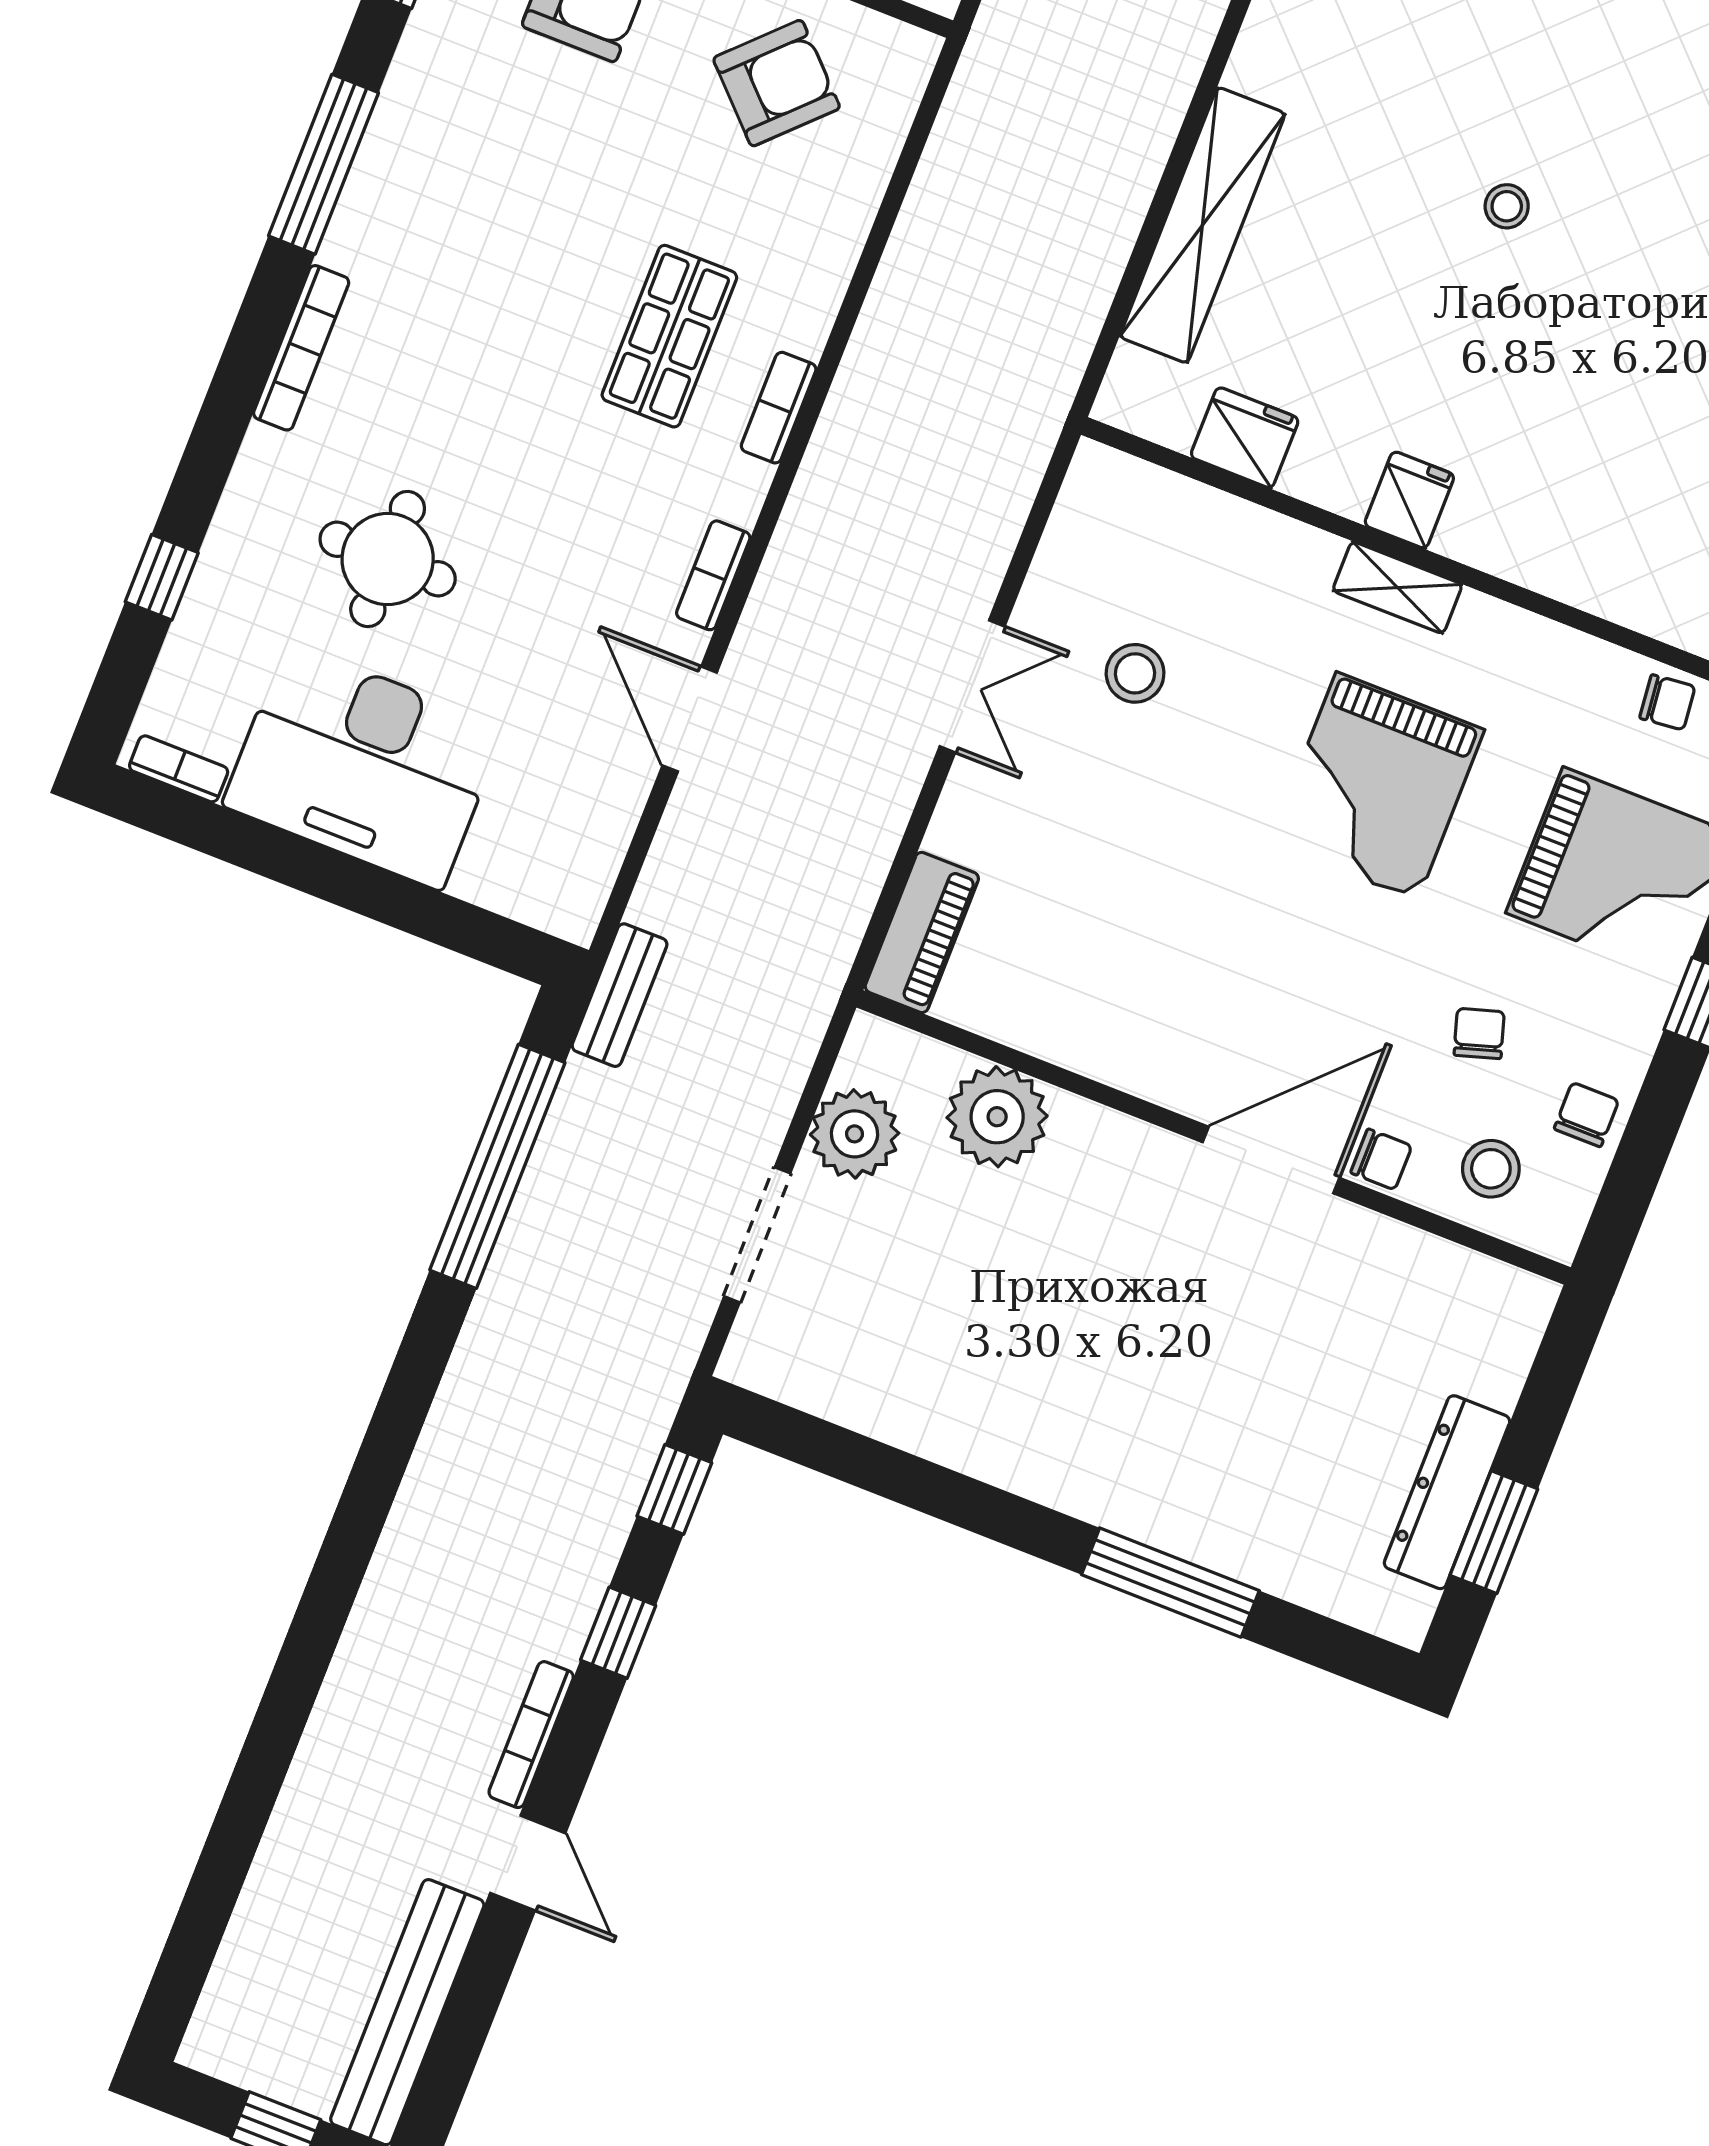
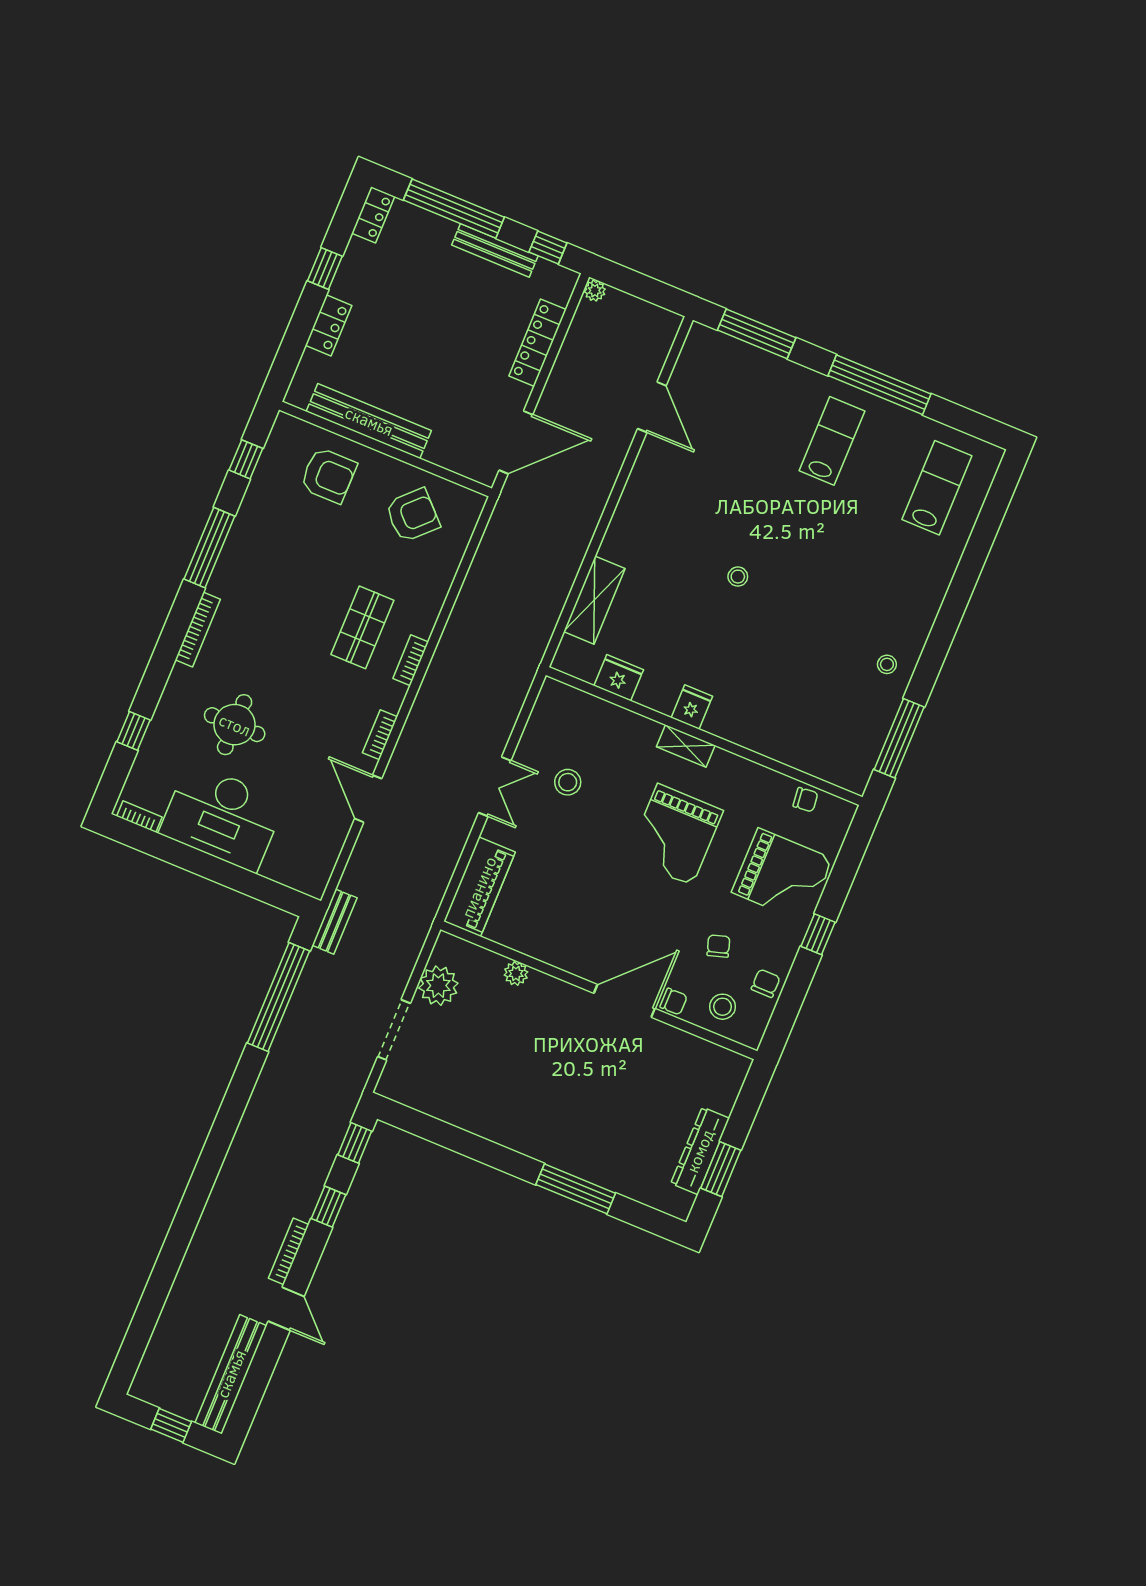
shelving: (1202, 225) -> (594, 600), width x0.68
piano: (922, 932) -> (479, 887), width x1.37, depth x1.33
plant: (997, 1117) -> (516, 973), width x0.53, depth x0.53

